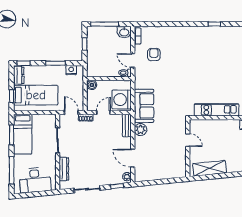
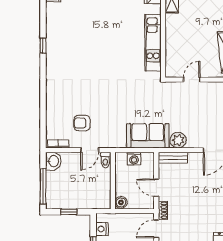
washing machine: (122, 100) -> (134, 159), width x0.53, depth x0.53

